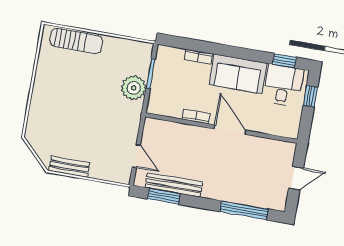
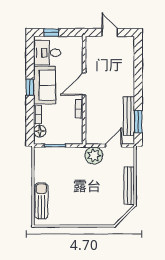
floor lamp: (175, 56) -> (40, 131), added
window: (284, 61) -> (30, 87), moved
plant: (134, 88) -> (94, 156), moved
bench: (69, 167) -> (129, 186), width x1.36
window: (244, 210) -> (138, 65), removed

